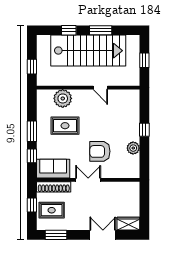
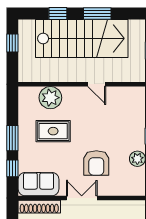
window: (32, 67) -> (12, 43), moved
armchair: (100, 151) -> (96, 163), turned -90

